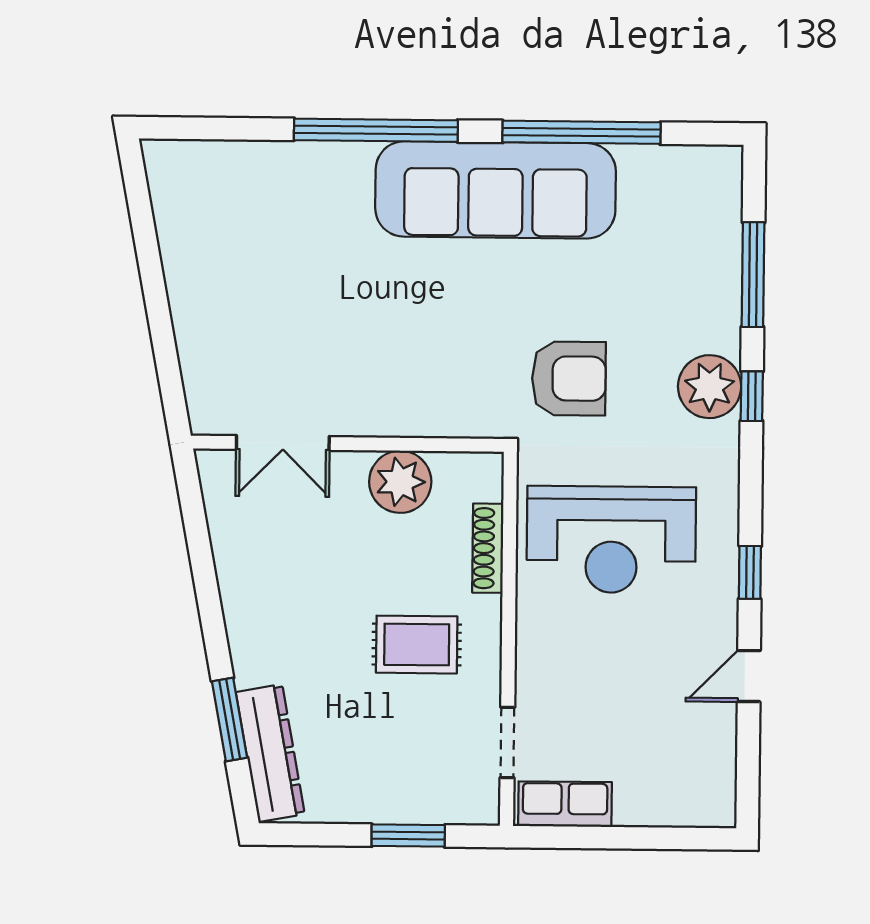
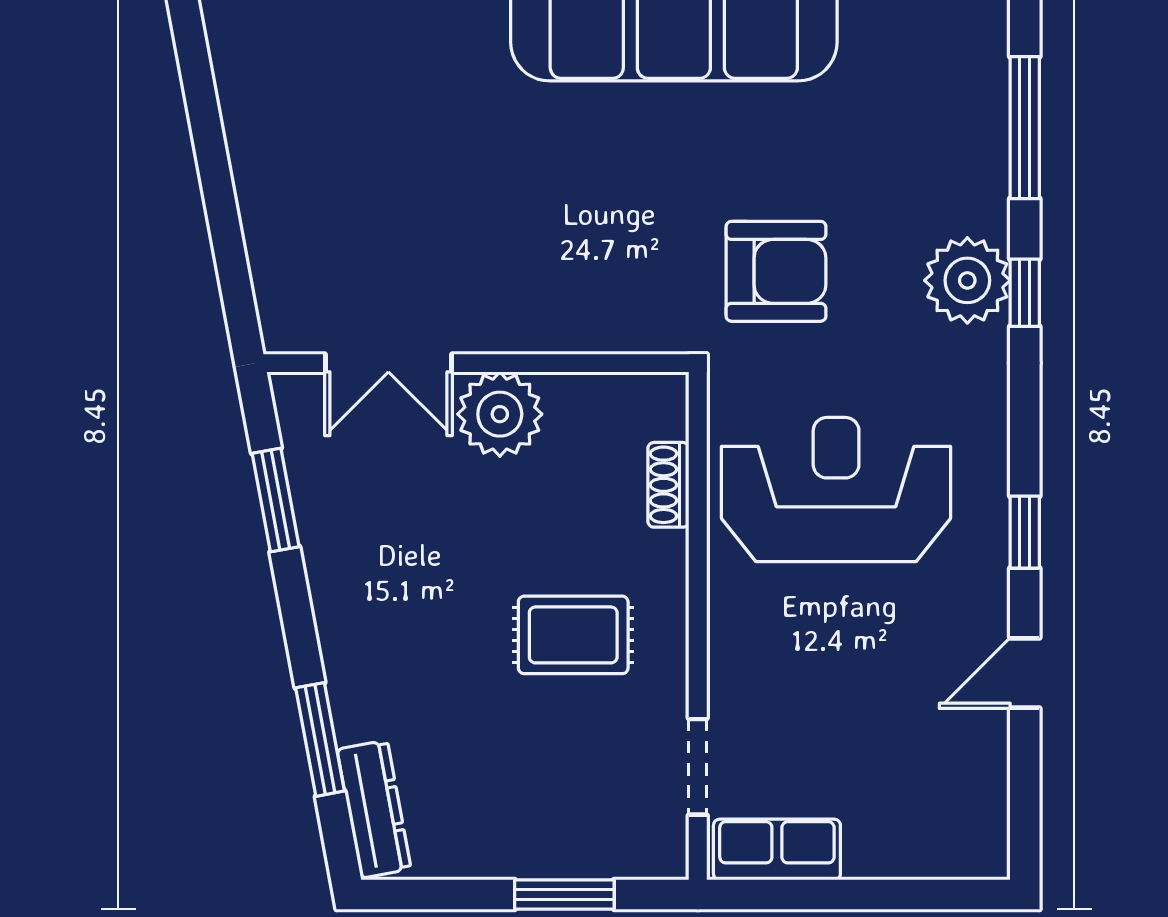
plant: (400, 482) -> (500, 414), moved
reception desk: (611, 540) -> (836, 490), turned 180
window: (199, 543) -> (276, 500), added
shoe rack: (488, 548) -> (668, 485), width x0.70
dresser: (270, 753) -> (374, 809), width x0.73, depth x0.80

